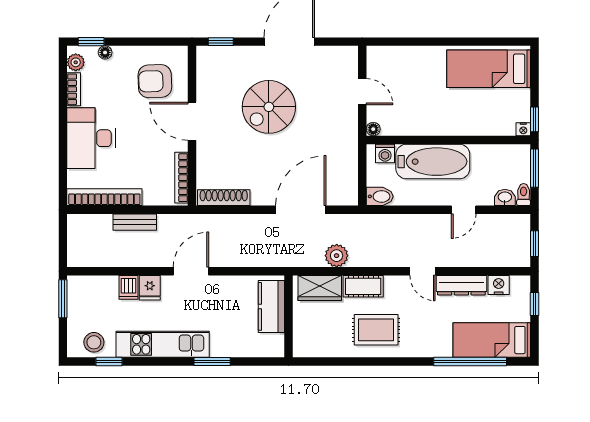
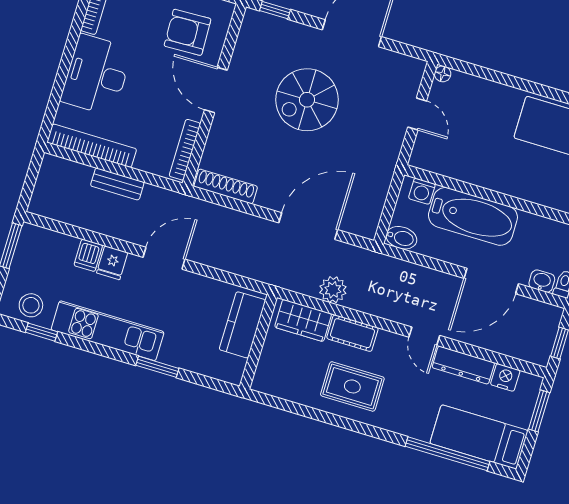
floor lamp: (373, 129) -> (443, 74), moved
door: (464, 210) -> (491, 281), width x1.87
window: (534, 304) -> (539, 411), width x1.50

